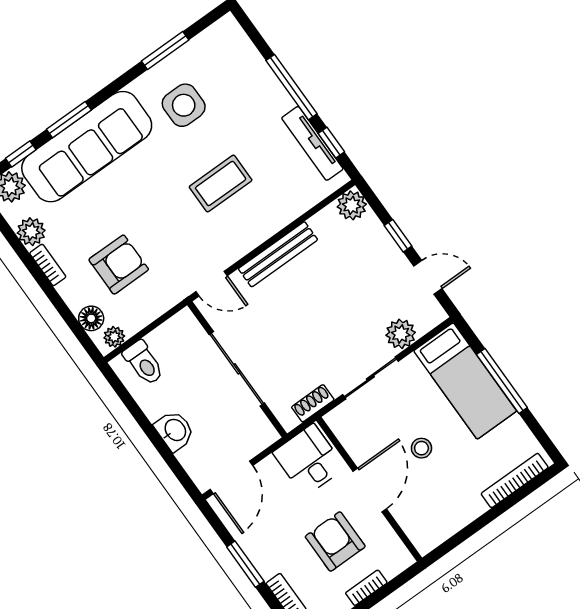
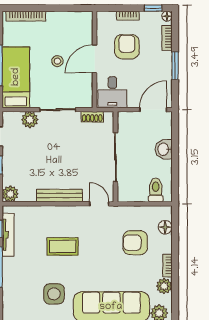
plant: (114, 337) -> (161, 211), removed
armchair: (335, 541) -> (127, 47), turned 180

